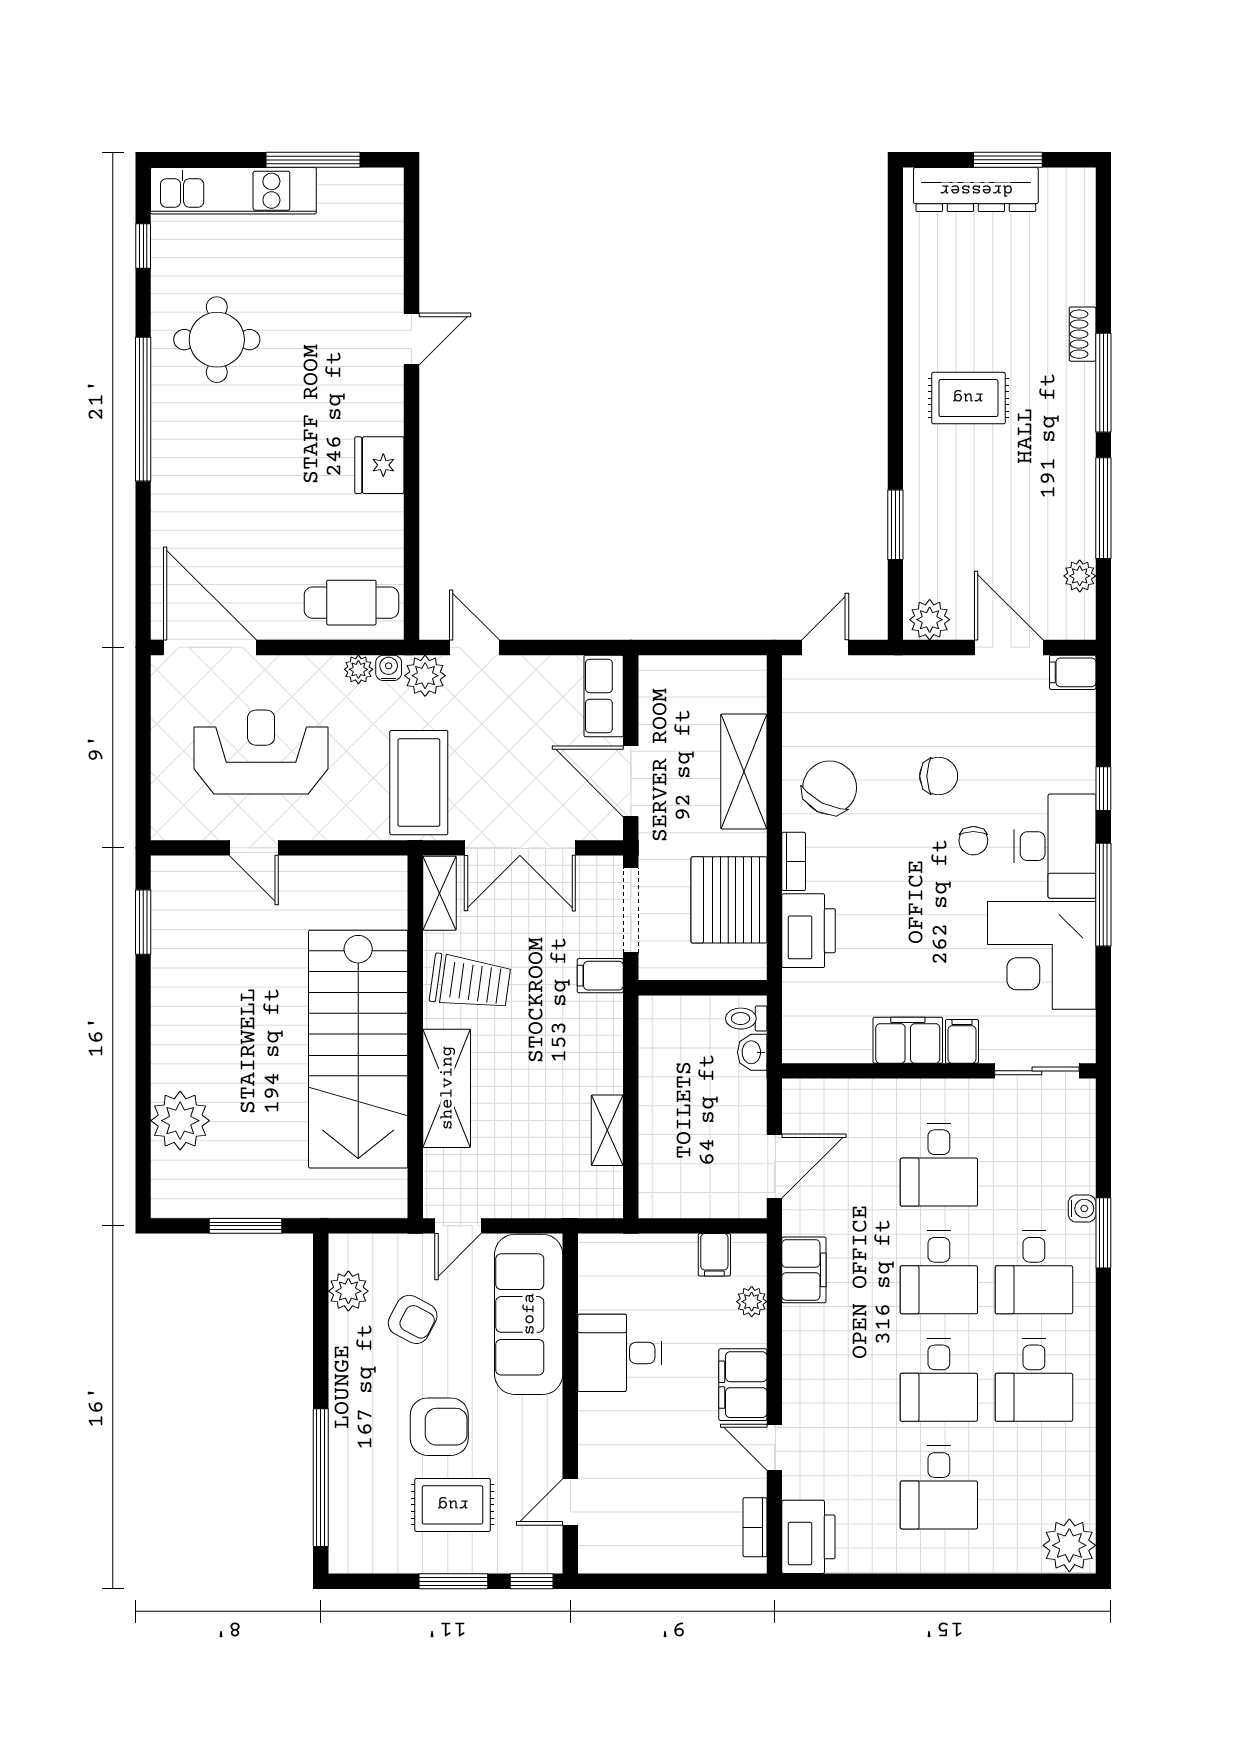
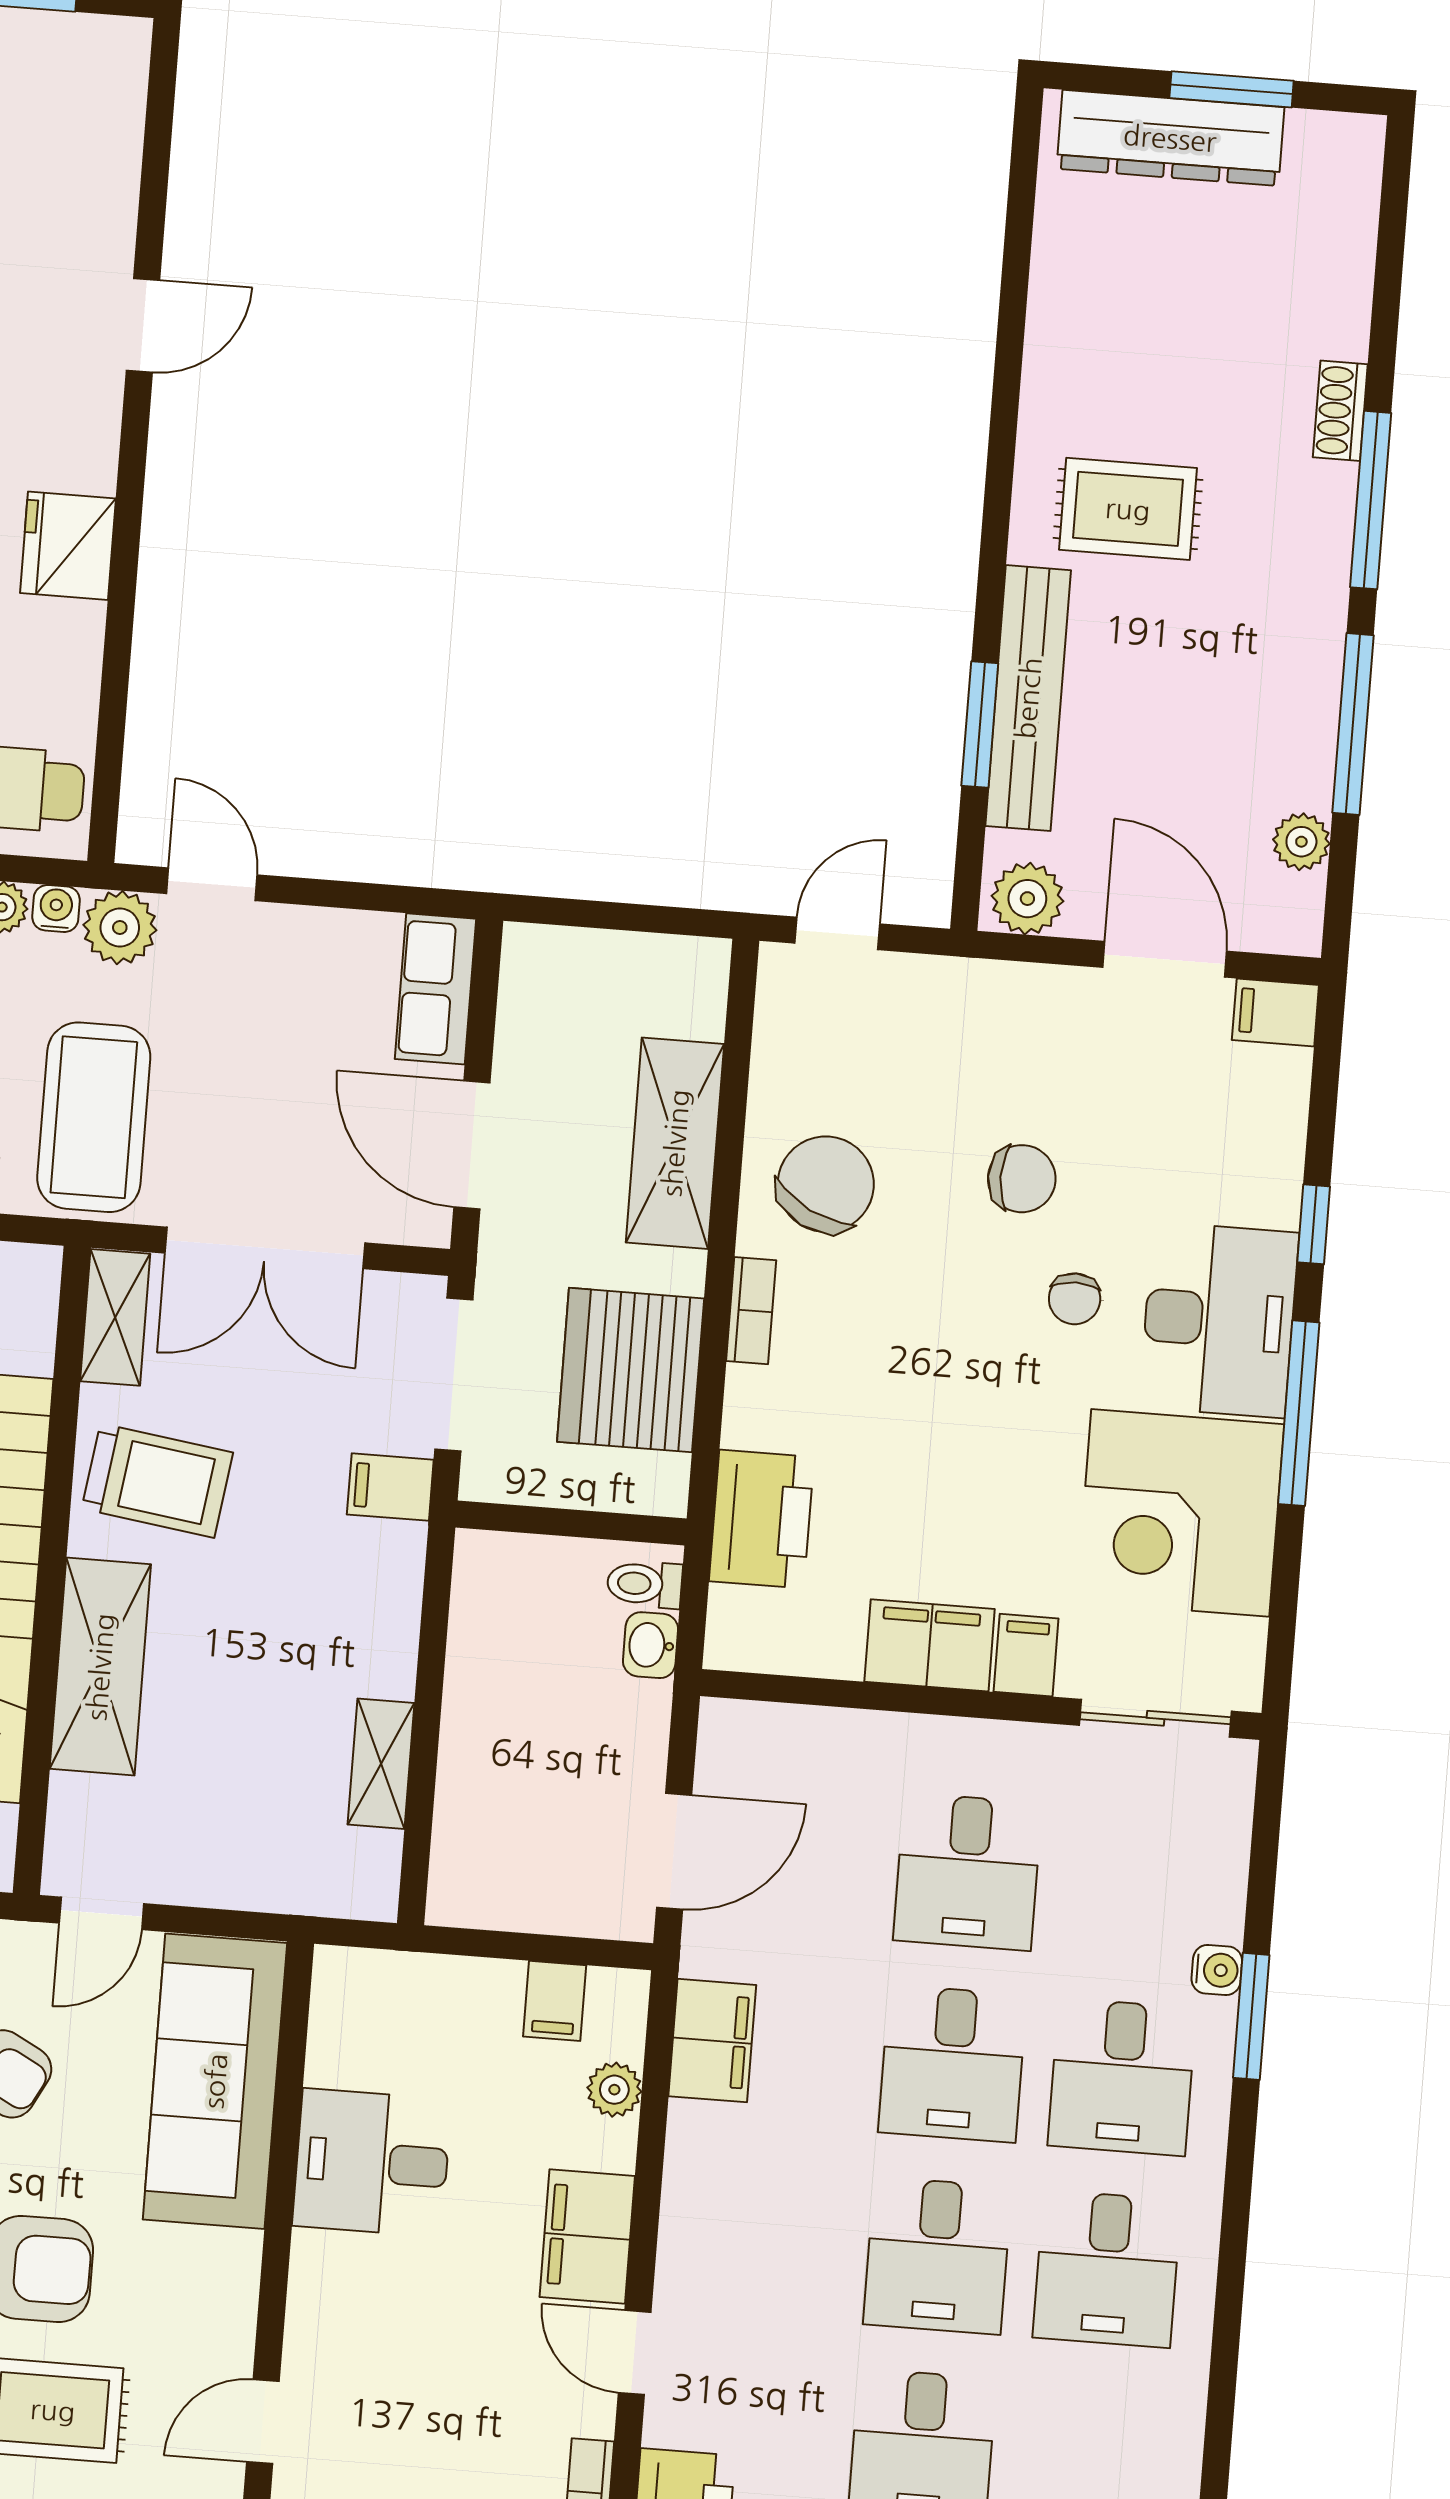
bench: (921, 508) -> (1028, 698), added
printer: (809, 931) -> (761, 1519), moved

